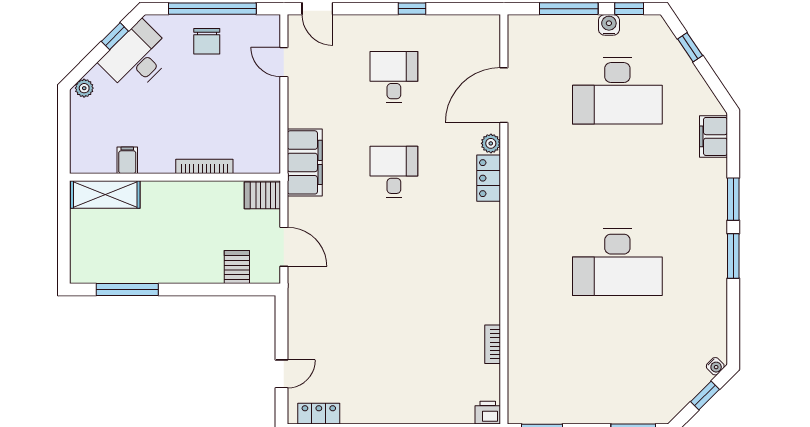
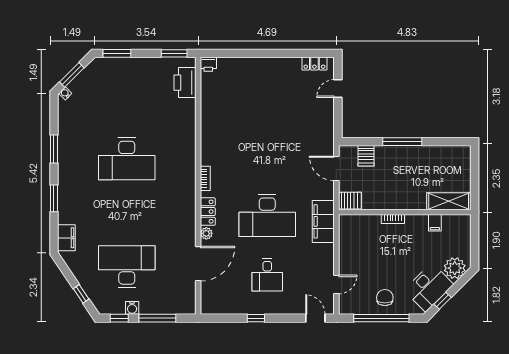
door: (284, 62) -> (336, 285), hinge flipped
plant: (84, 88) -> (455, 268), width x1.87, depth x1.87
bookcase: (204, 166) -> (393, 219), width x0.64
desk: (394, 172) -> (267, 215), width x1.87, depth x1.30
window: (733, 256) -> (54, 149), moved
desk: (617, 262) -> (127, 159), turned 180
window: (127, 289) -> (402, 142), moved
bookcase: (493, 344) -> (205, 178), moved
printer: (525, 383) -> (185, 83), added
window: (705, 395) -> (72, 75), width x1.50

